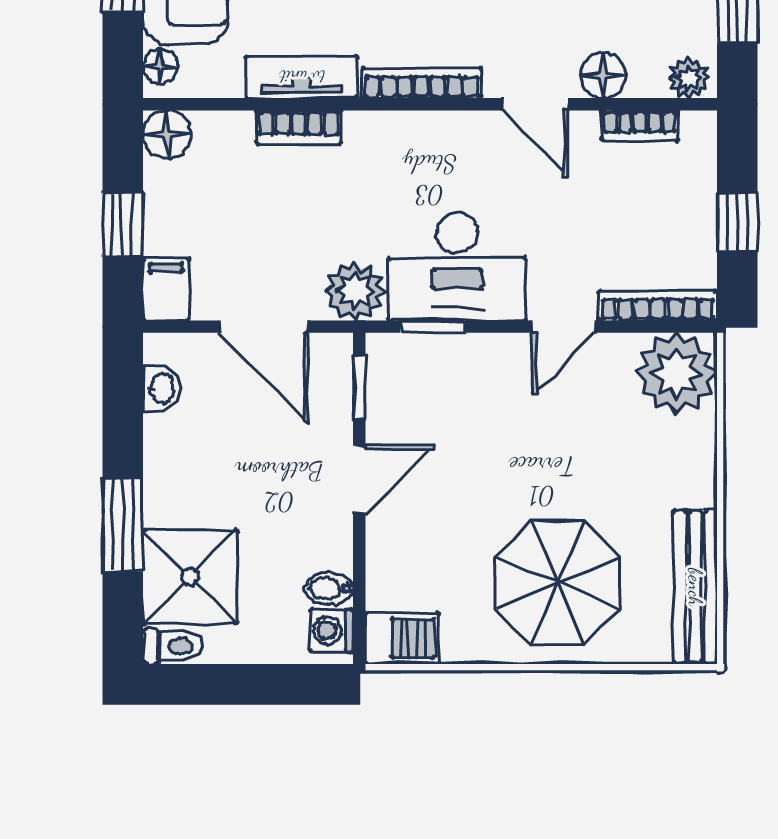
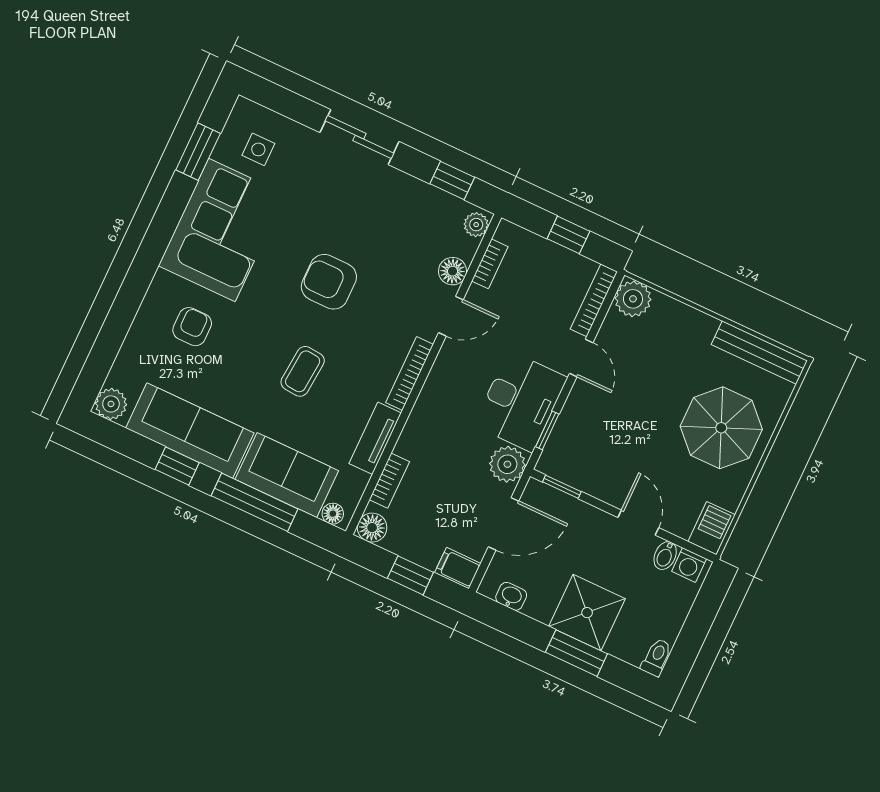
bookcase: (299, 127) -> (389, 481), moved
plant: (677, 373) -> (633, 299), width x0.73, depth x0.73
door: (359, 479) -> (638, 523), moved
shower: (190, 577) -> (587, 613), moved

